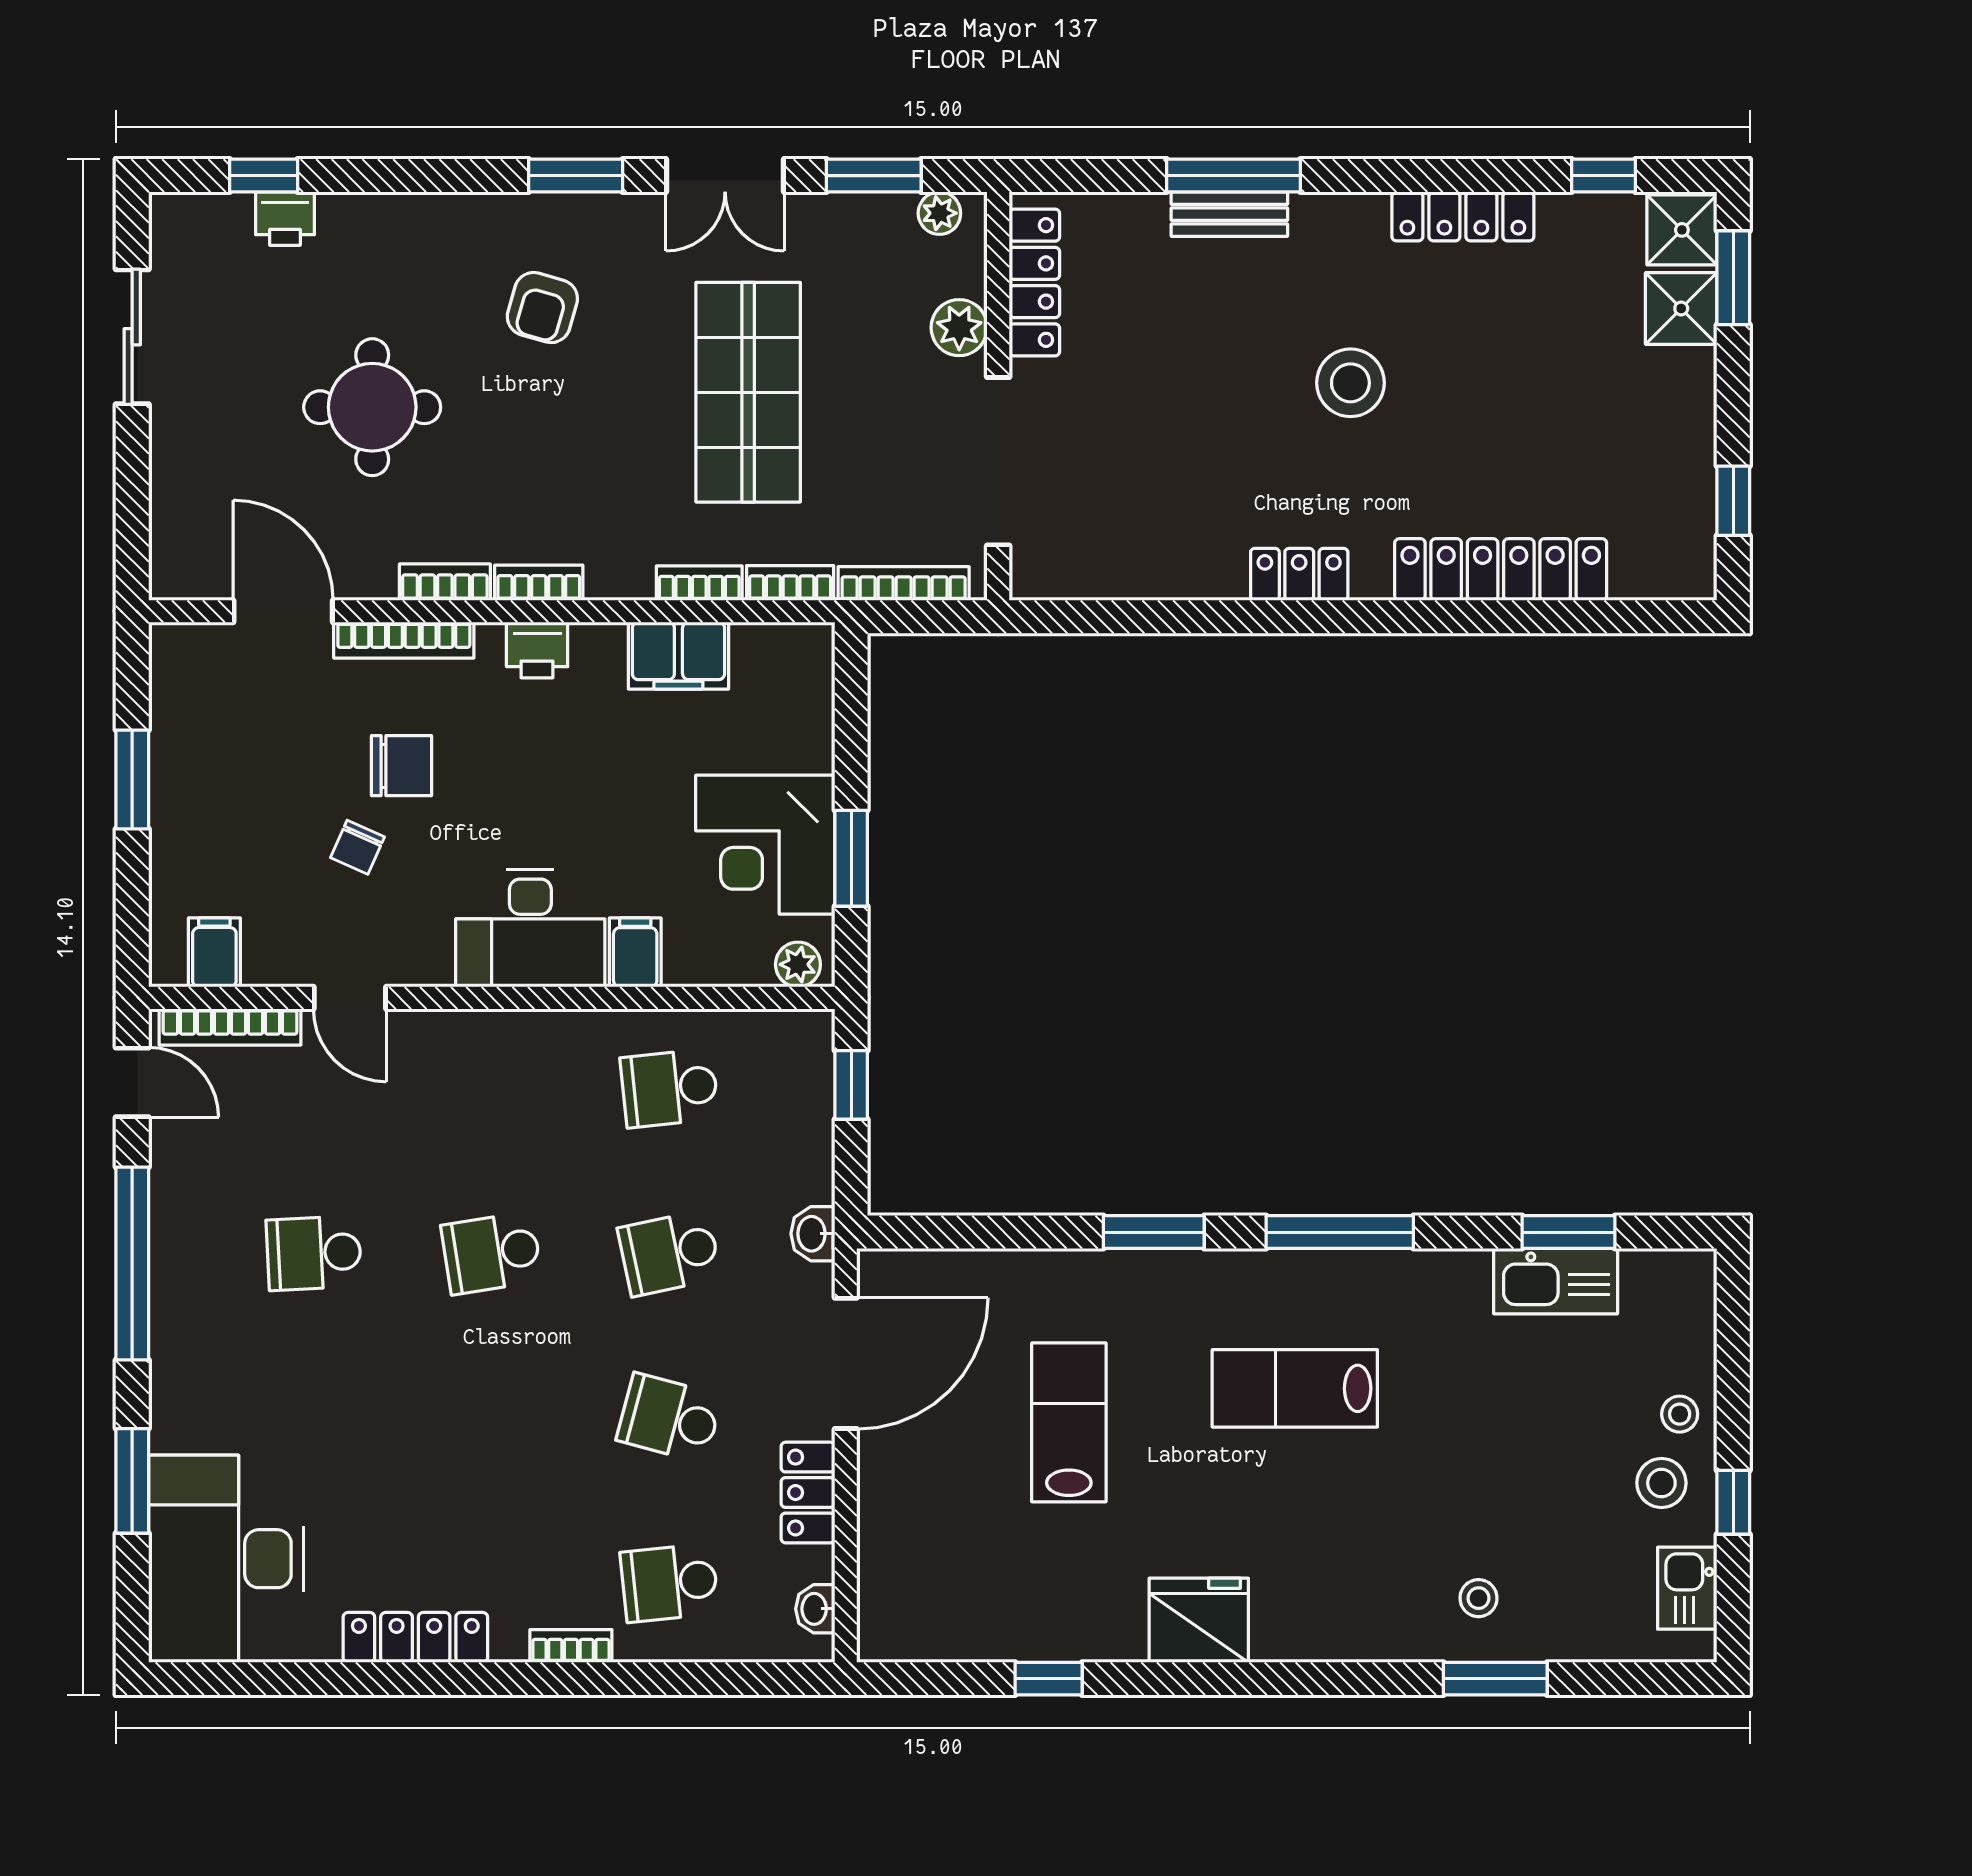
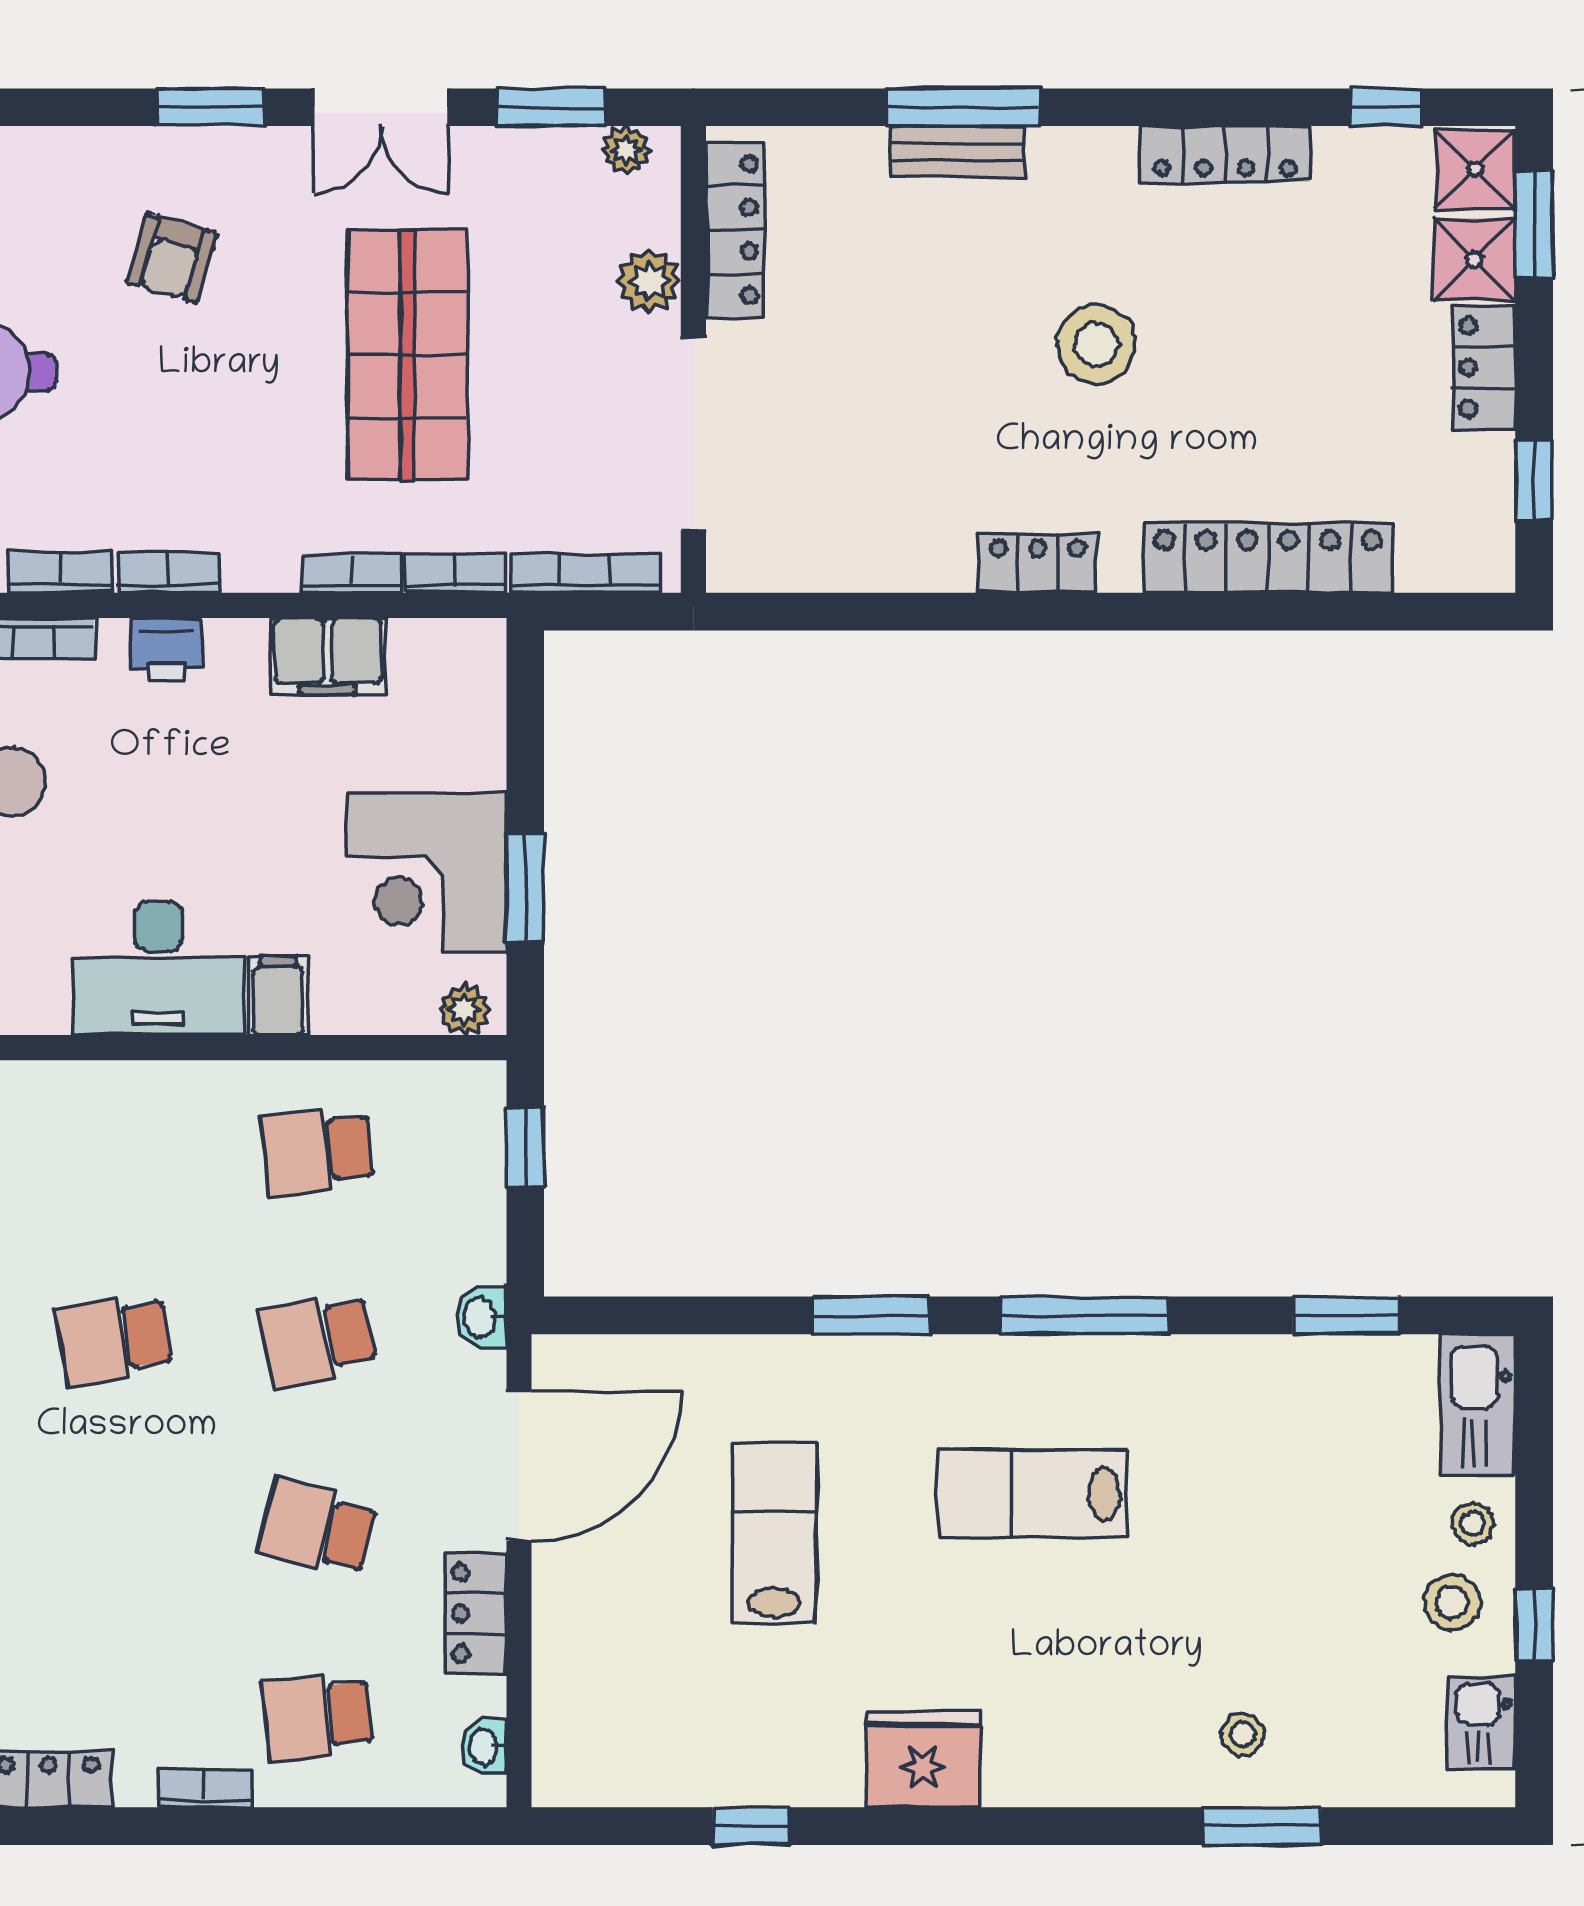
locker: (1689, 403) -> (1484, 367), added
kitchen sink: (1556, 1281) -> (1478, 1405), moved, turned 90

